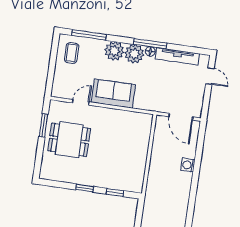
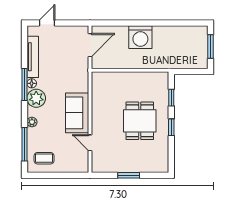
plant: (114, 51) -> (32, 122), width x0.53, depth x0.53
window: (44, 125) -> (129, 175), moved
dining table: (69, 140) -> (140, 121), moved
washing machine: (188, 165) -> (140, 37), width x1.89, depth x1.89

